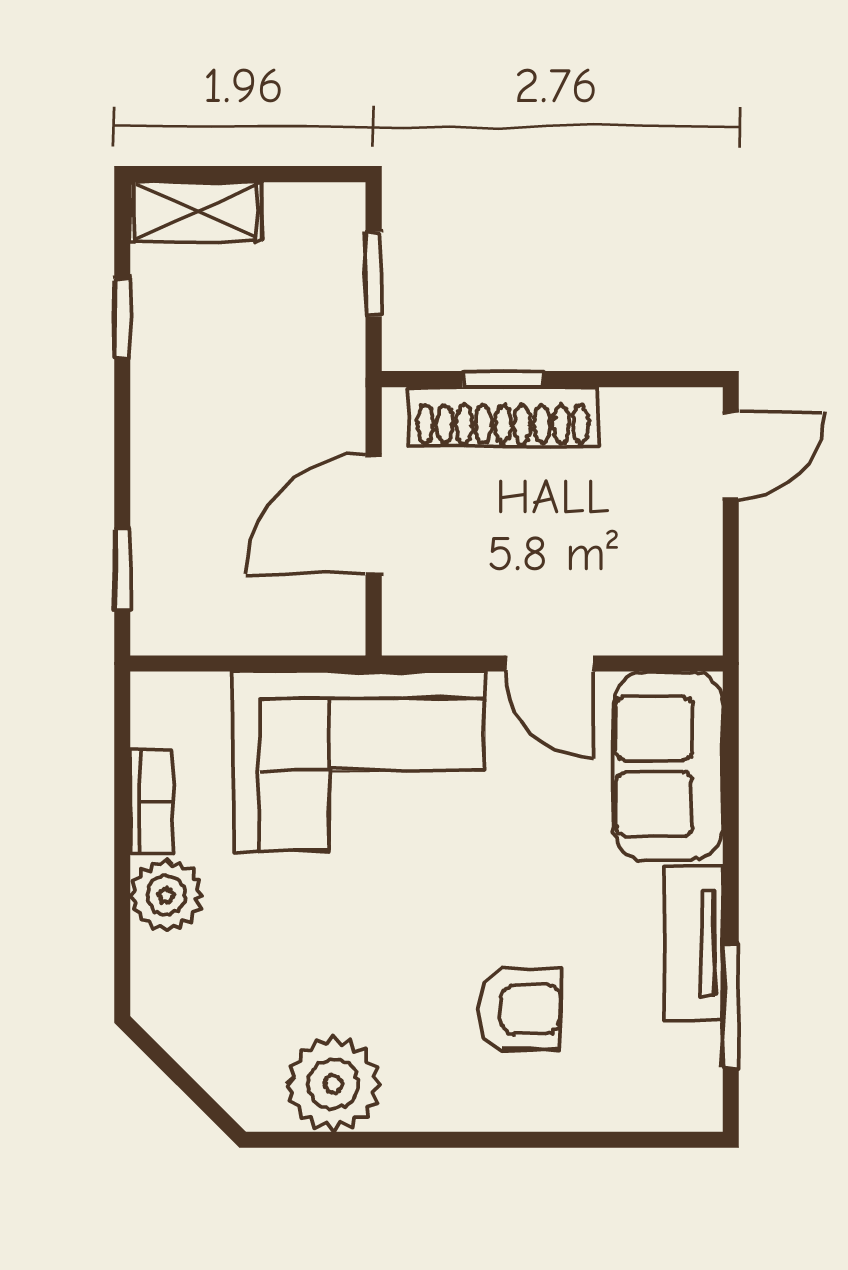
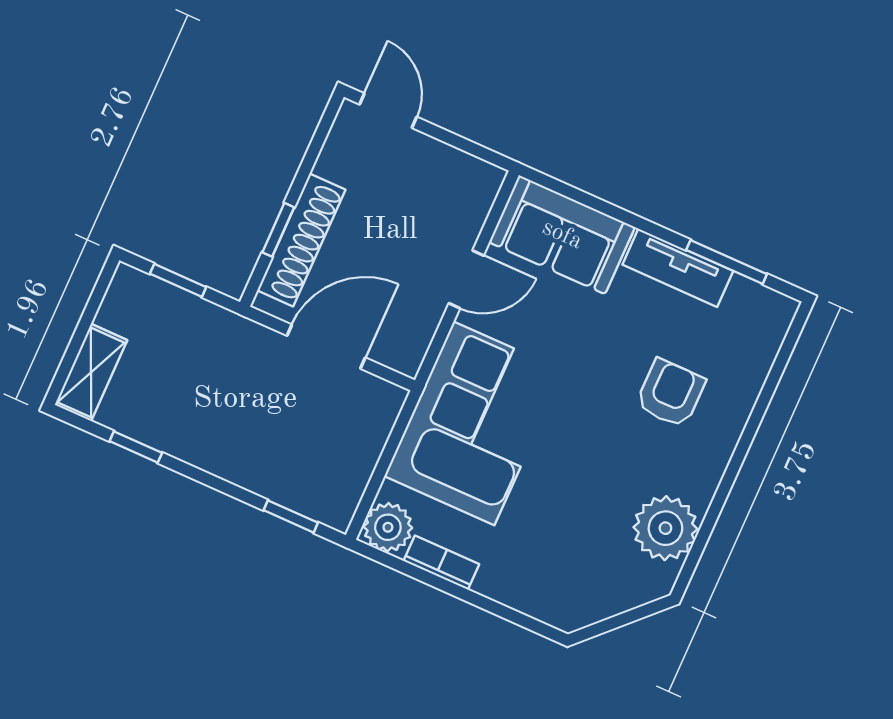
door: (374, 515) -> (326, 347), swing flipped
plant: (166, 895) -> (388, 527), moved

